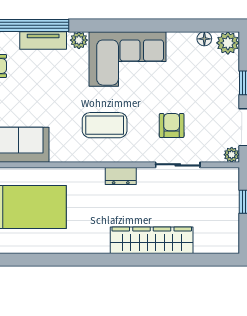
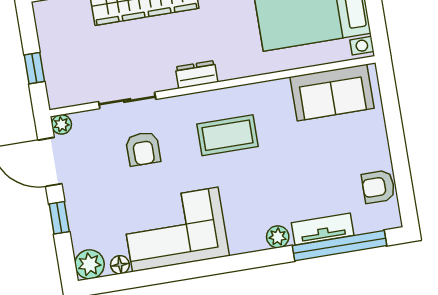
corner sofa: (128, 59) -> (175, 229), moved

